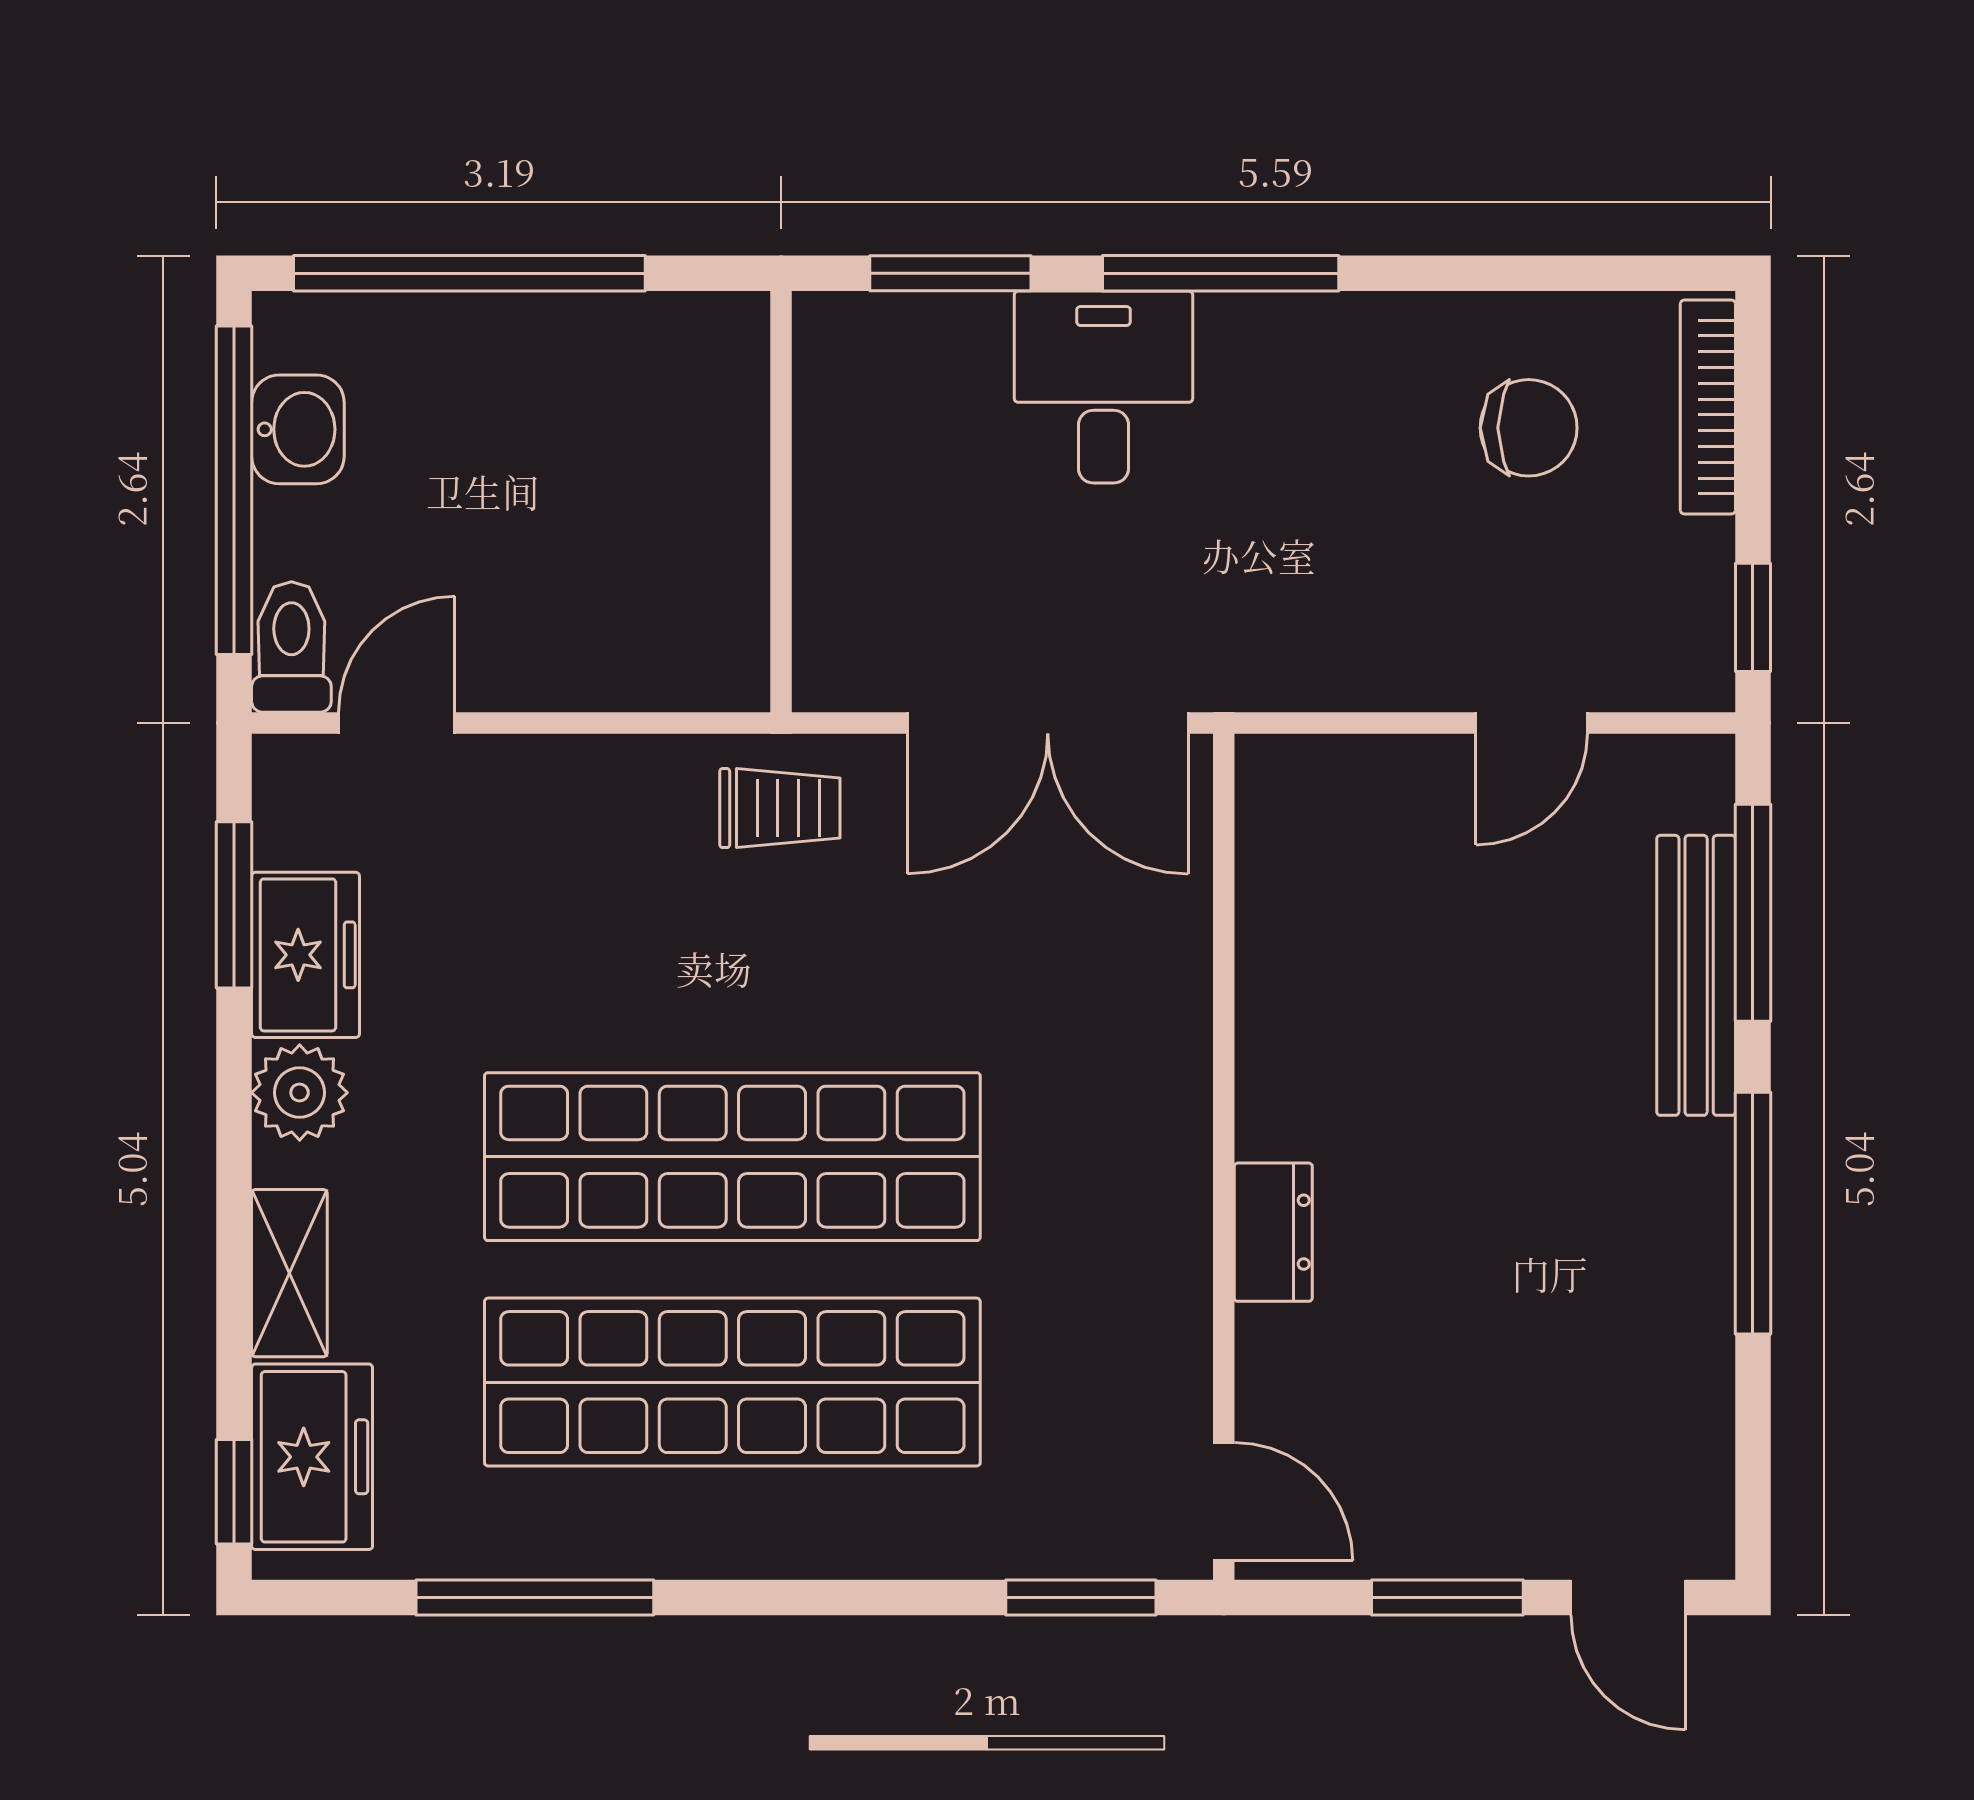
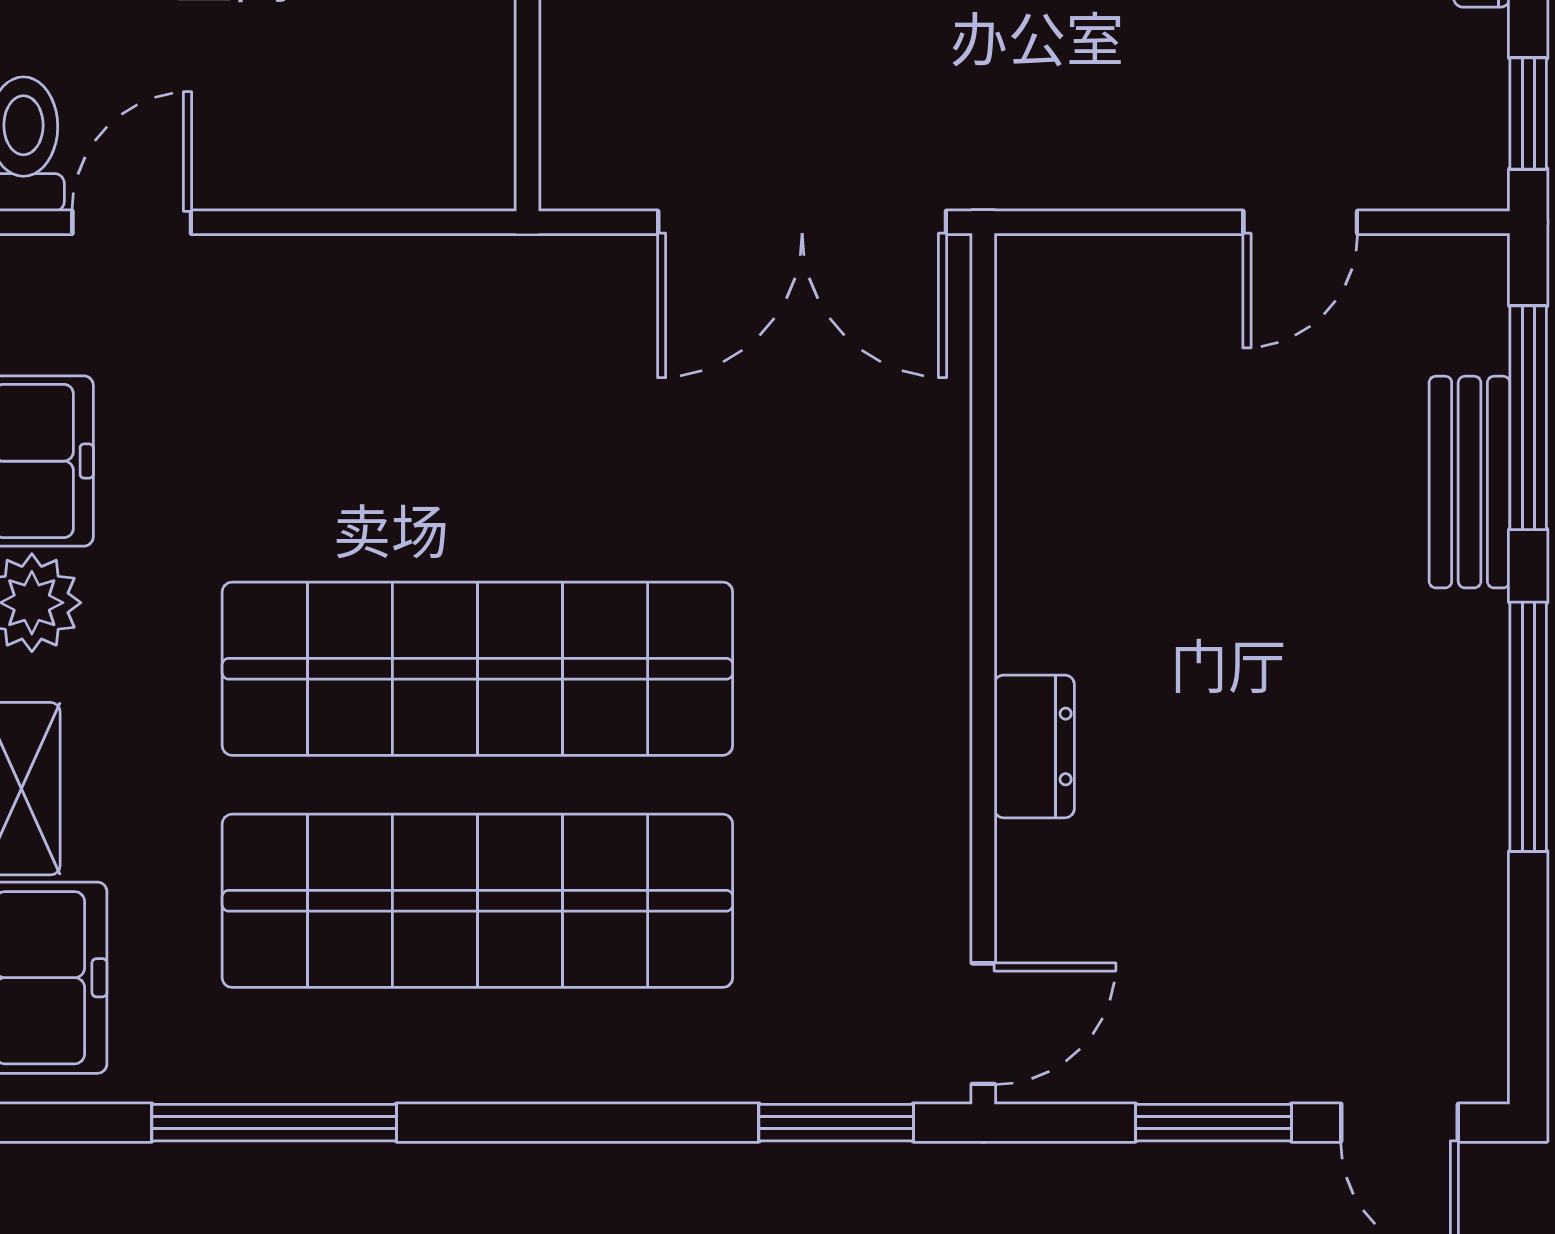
trolley: (780, 808) -> (526, 310), removed
bench: (1696, 975) -> (1470, 482), width x0.73
door: (1224, 1501) -> (983, 1024), hinge flipped

